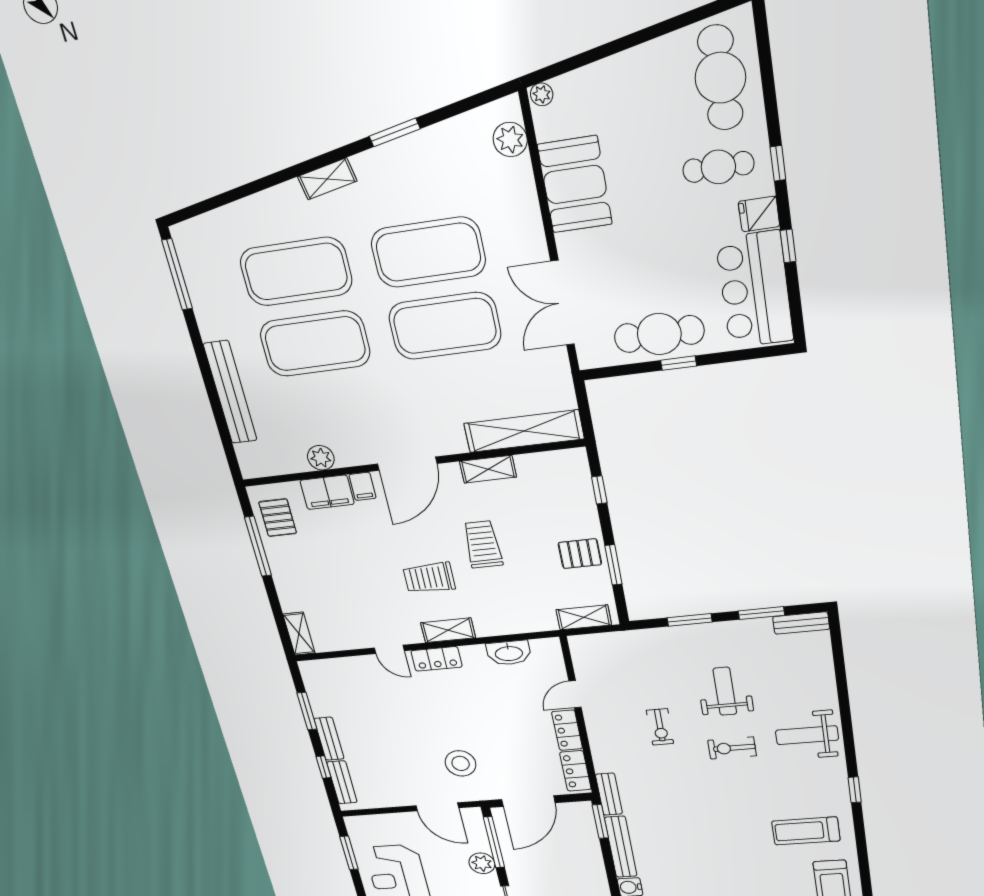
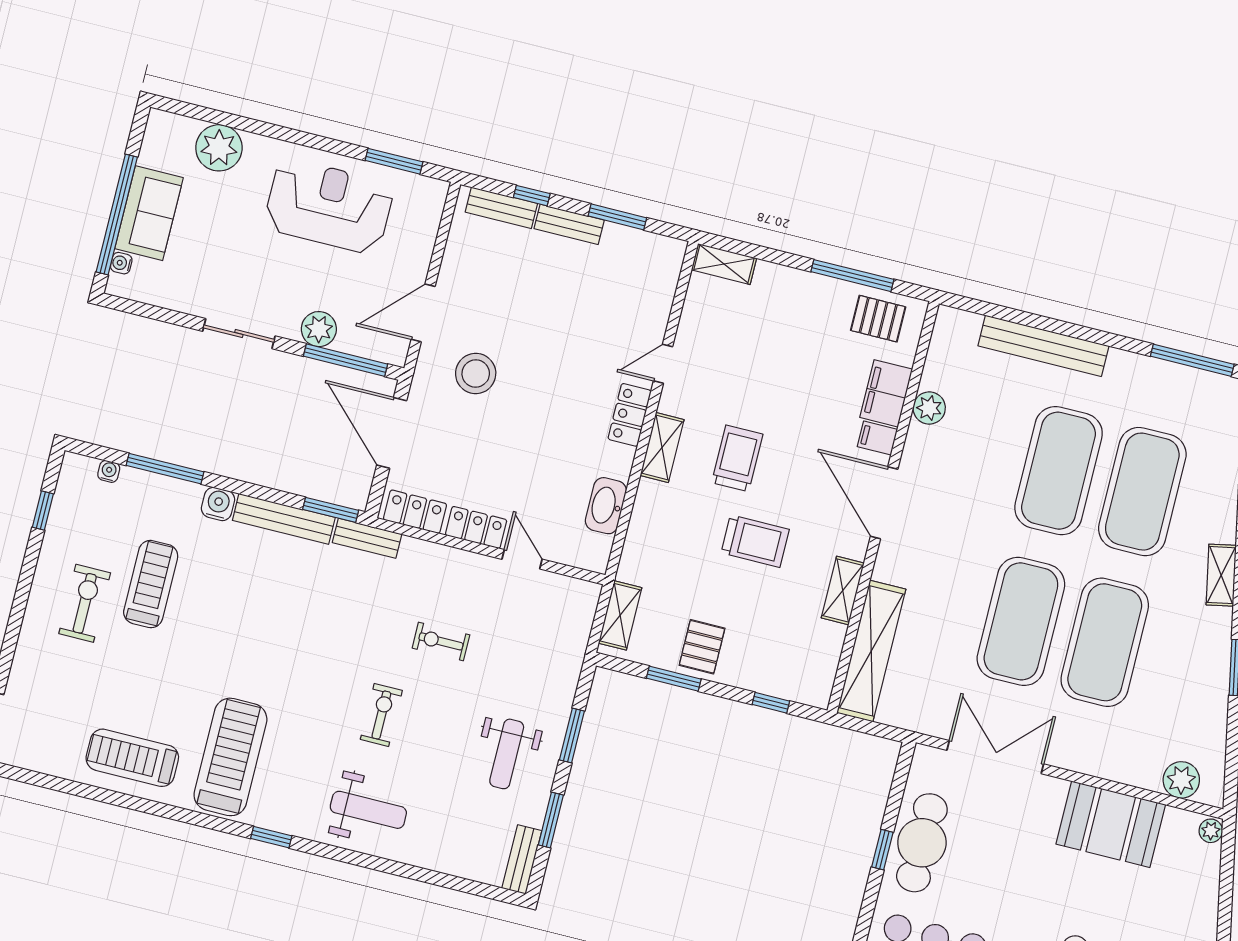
weight bench: (725, 691) -> (507, 754), moved, turned 90
weight bench: (807, 735) -> (368, 810), turned 90
treadmill: (806, 831) -> (230, 757), width x1.37, depth x1.38

